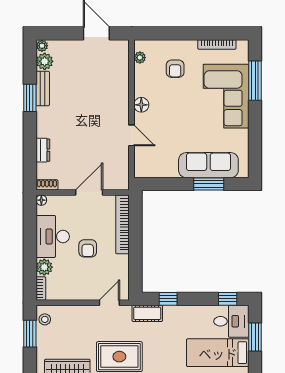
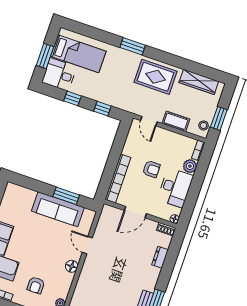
armchair: (175, 69) -> (36, 285), turned 180
sofa: (208, 165) -> (58, 209), moved
window: (209, 184) -> (66, 196), moved
armchair: (88, 248) -> (151, 169), turned 90
window: (228, 299) -> (72, 98), moved
door: (109, 303) -> (149, 121), hinge flipped
cot: (147, 313) -> (176, 121), moved

